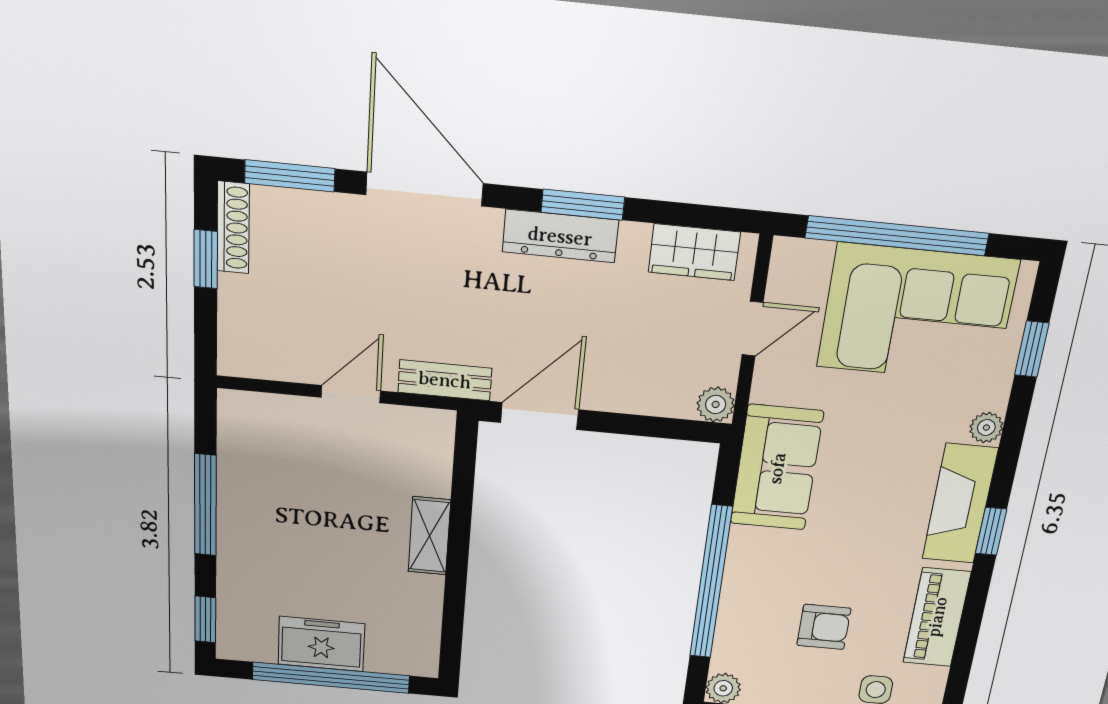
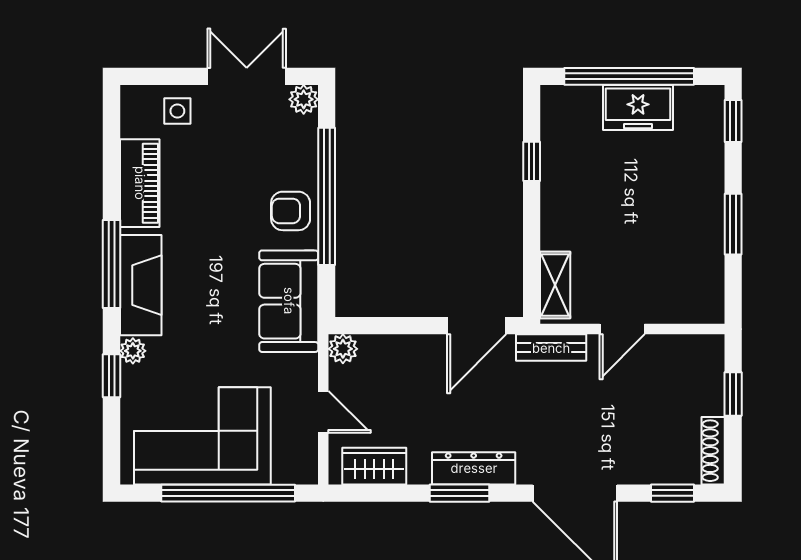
window: (290, 176) -> (673, 493), width x0.67
window: (206, 259) -> (733, 394), moved
door: (753, 329) -> (323, 412), swing flipped
window: (1032, 349) -> (111, 376), moved
window: (205, 505) -> (733, 224), width x0.69
window: (991, 531) -> (111, 264), width x2.17
shelving: (429, 536) -> (555, 285), moved
window: (455, 598) -> (532, 161), added
armchair: (824, 627) -> (291, 211), moved

